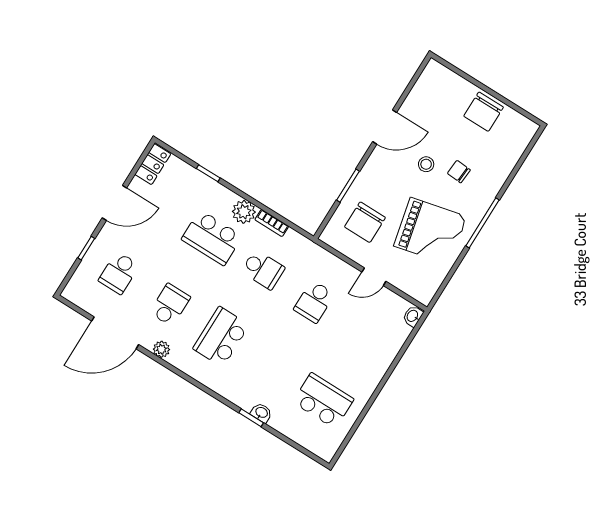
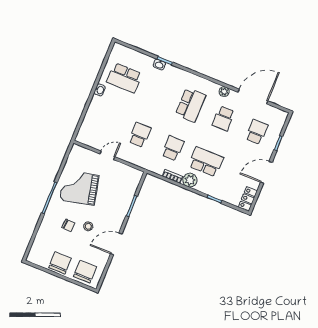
chair: (365, 222) -> (85, 272), moved
school desk: (263, 270) -> (173, 148), turned 90
washbasin: (413, 316) -> (100, 90), moved

